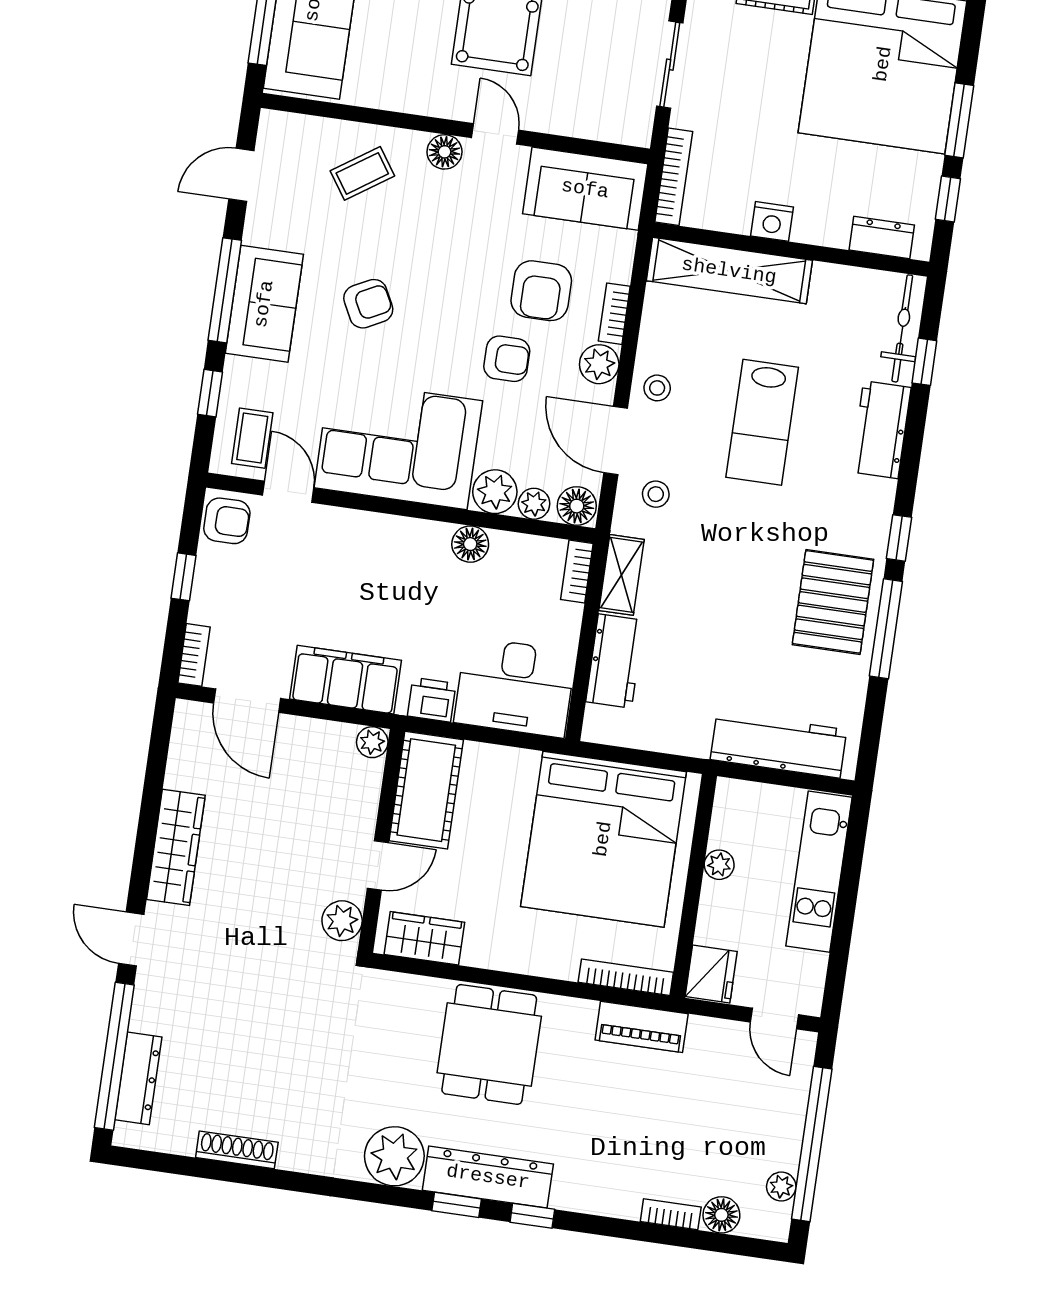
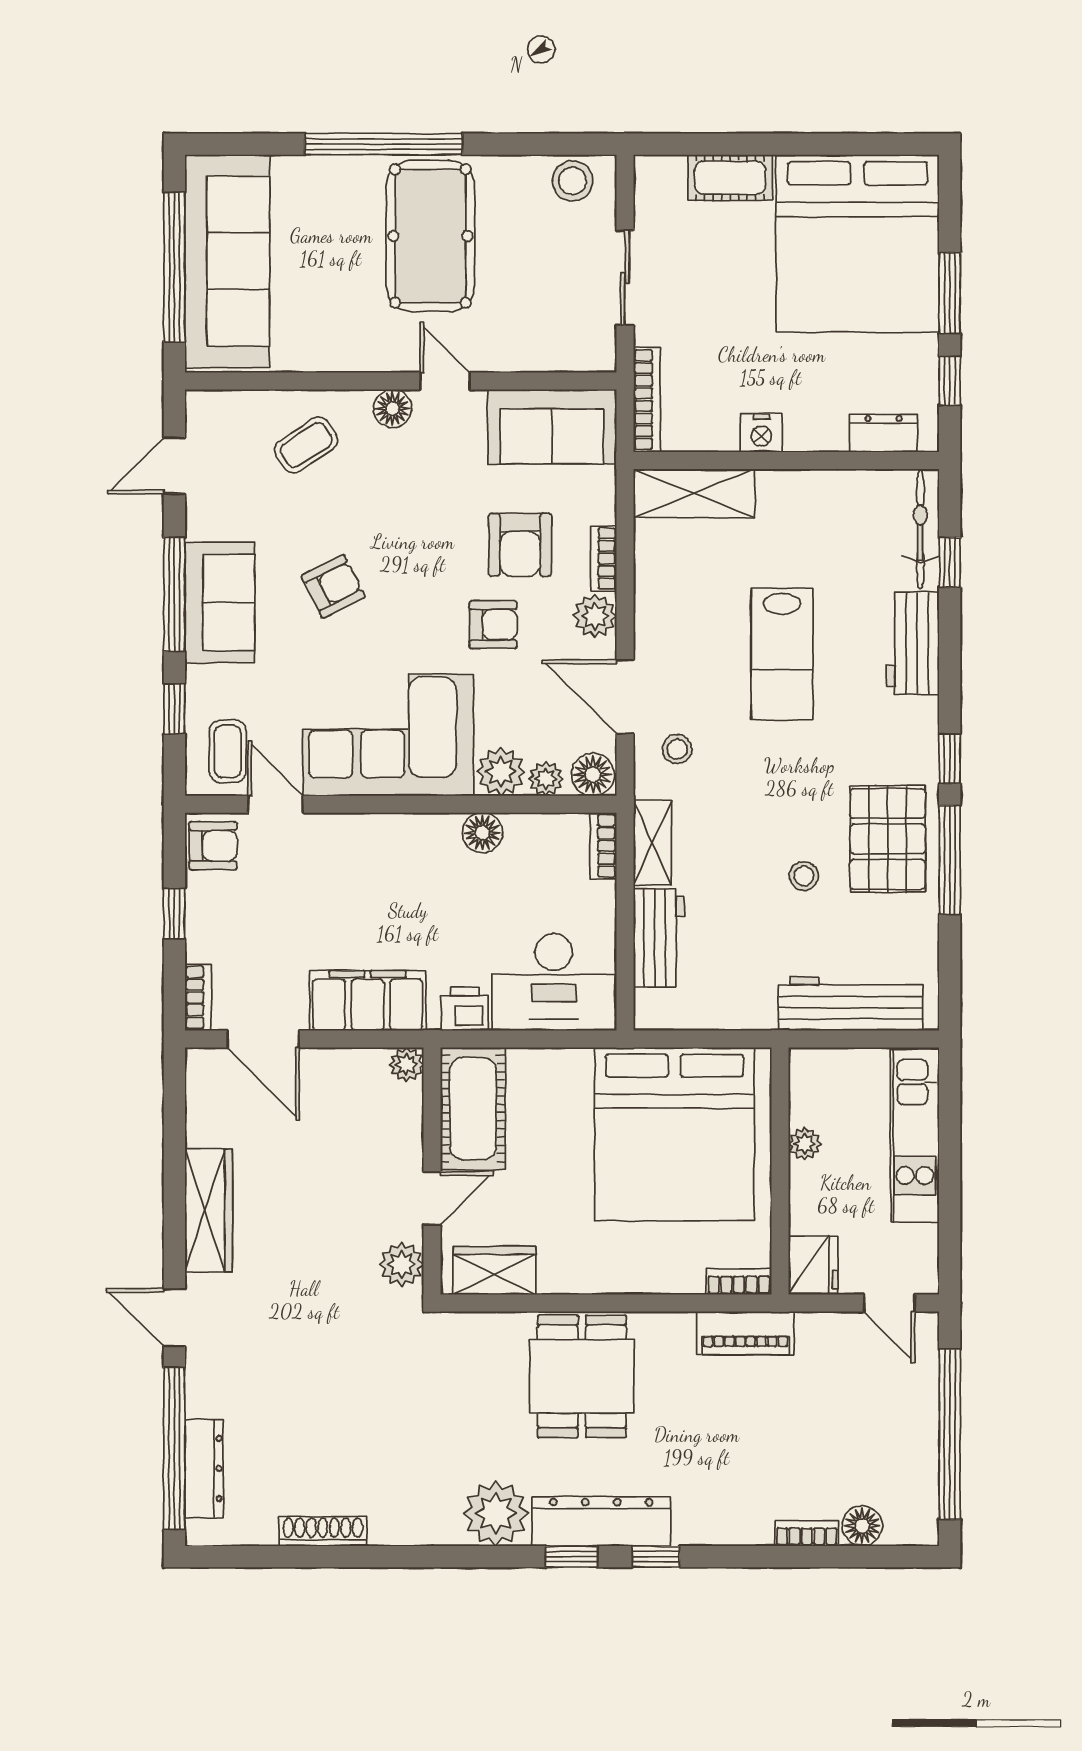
shelving: (729, 271) -> (694, 493), width x0.68
stool: (657, 388) -> (804, 876), moved
bookcase: (626, 977) -> (739, 1282), width x0.64
plant: (781, 1187) -> (923, 1486), removed

